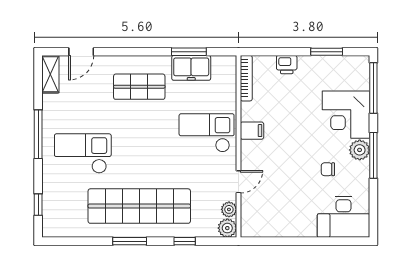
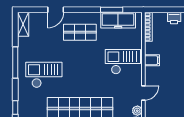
door: (81, 52) -> (56, 10), moved
freezer: (191, 68) -> (118, 20), width x1.40

